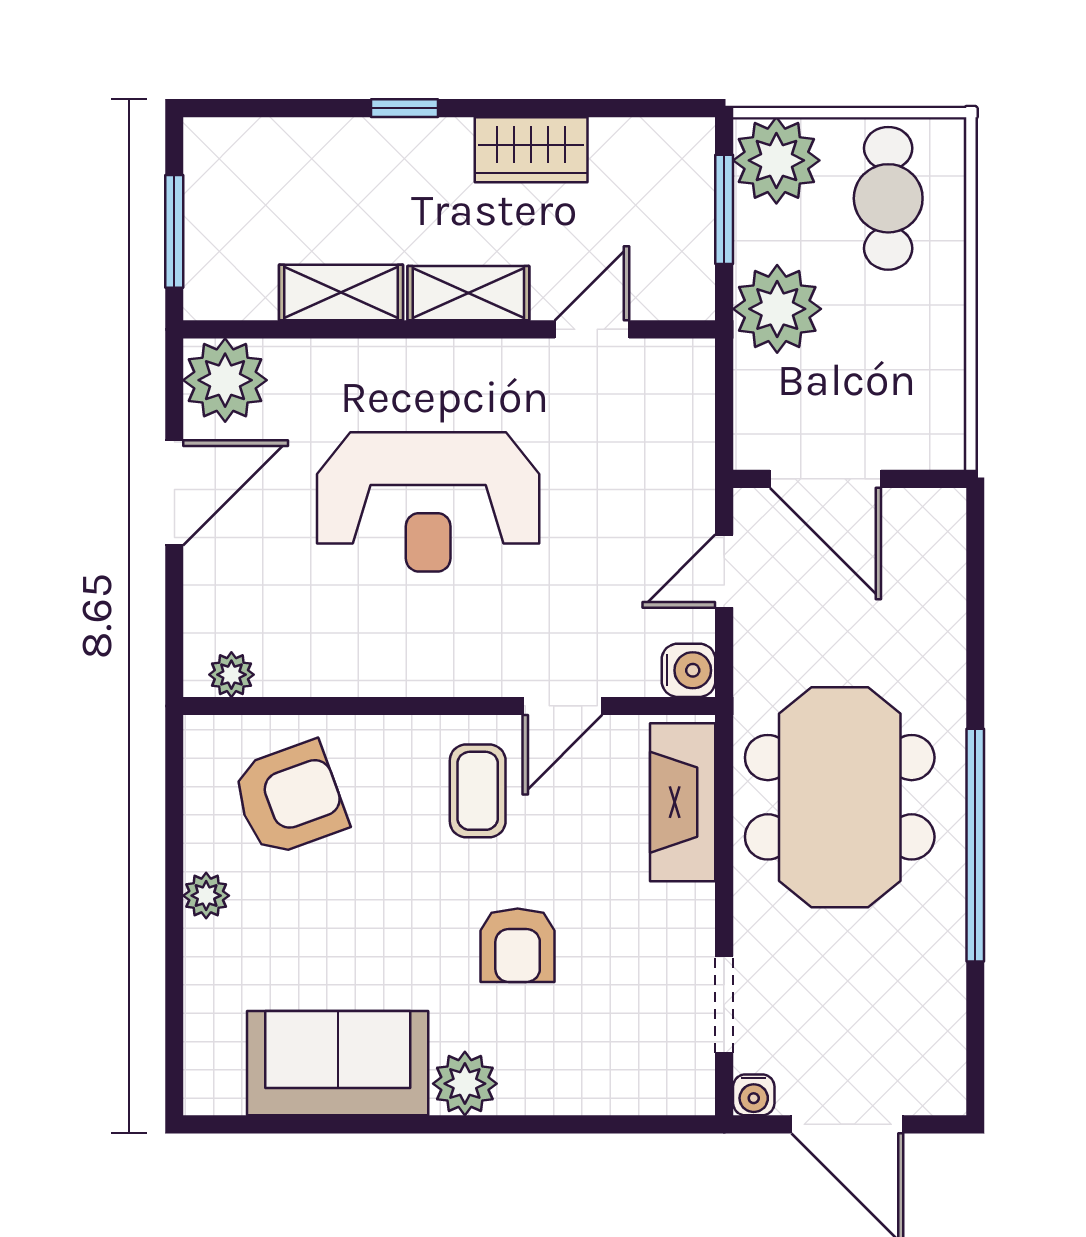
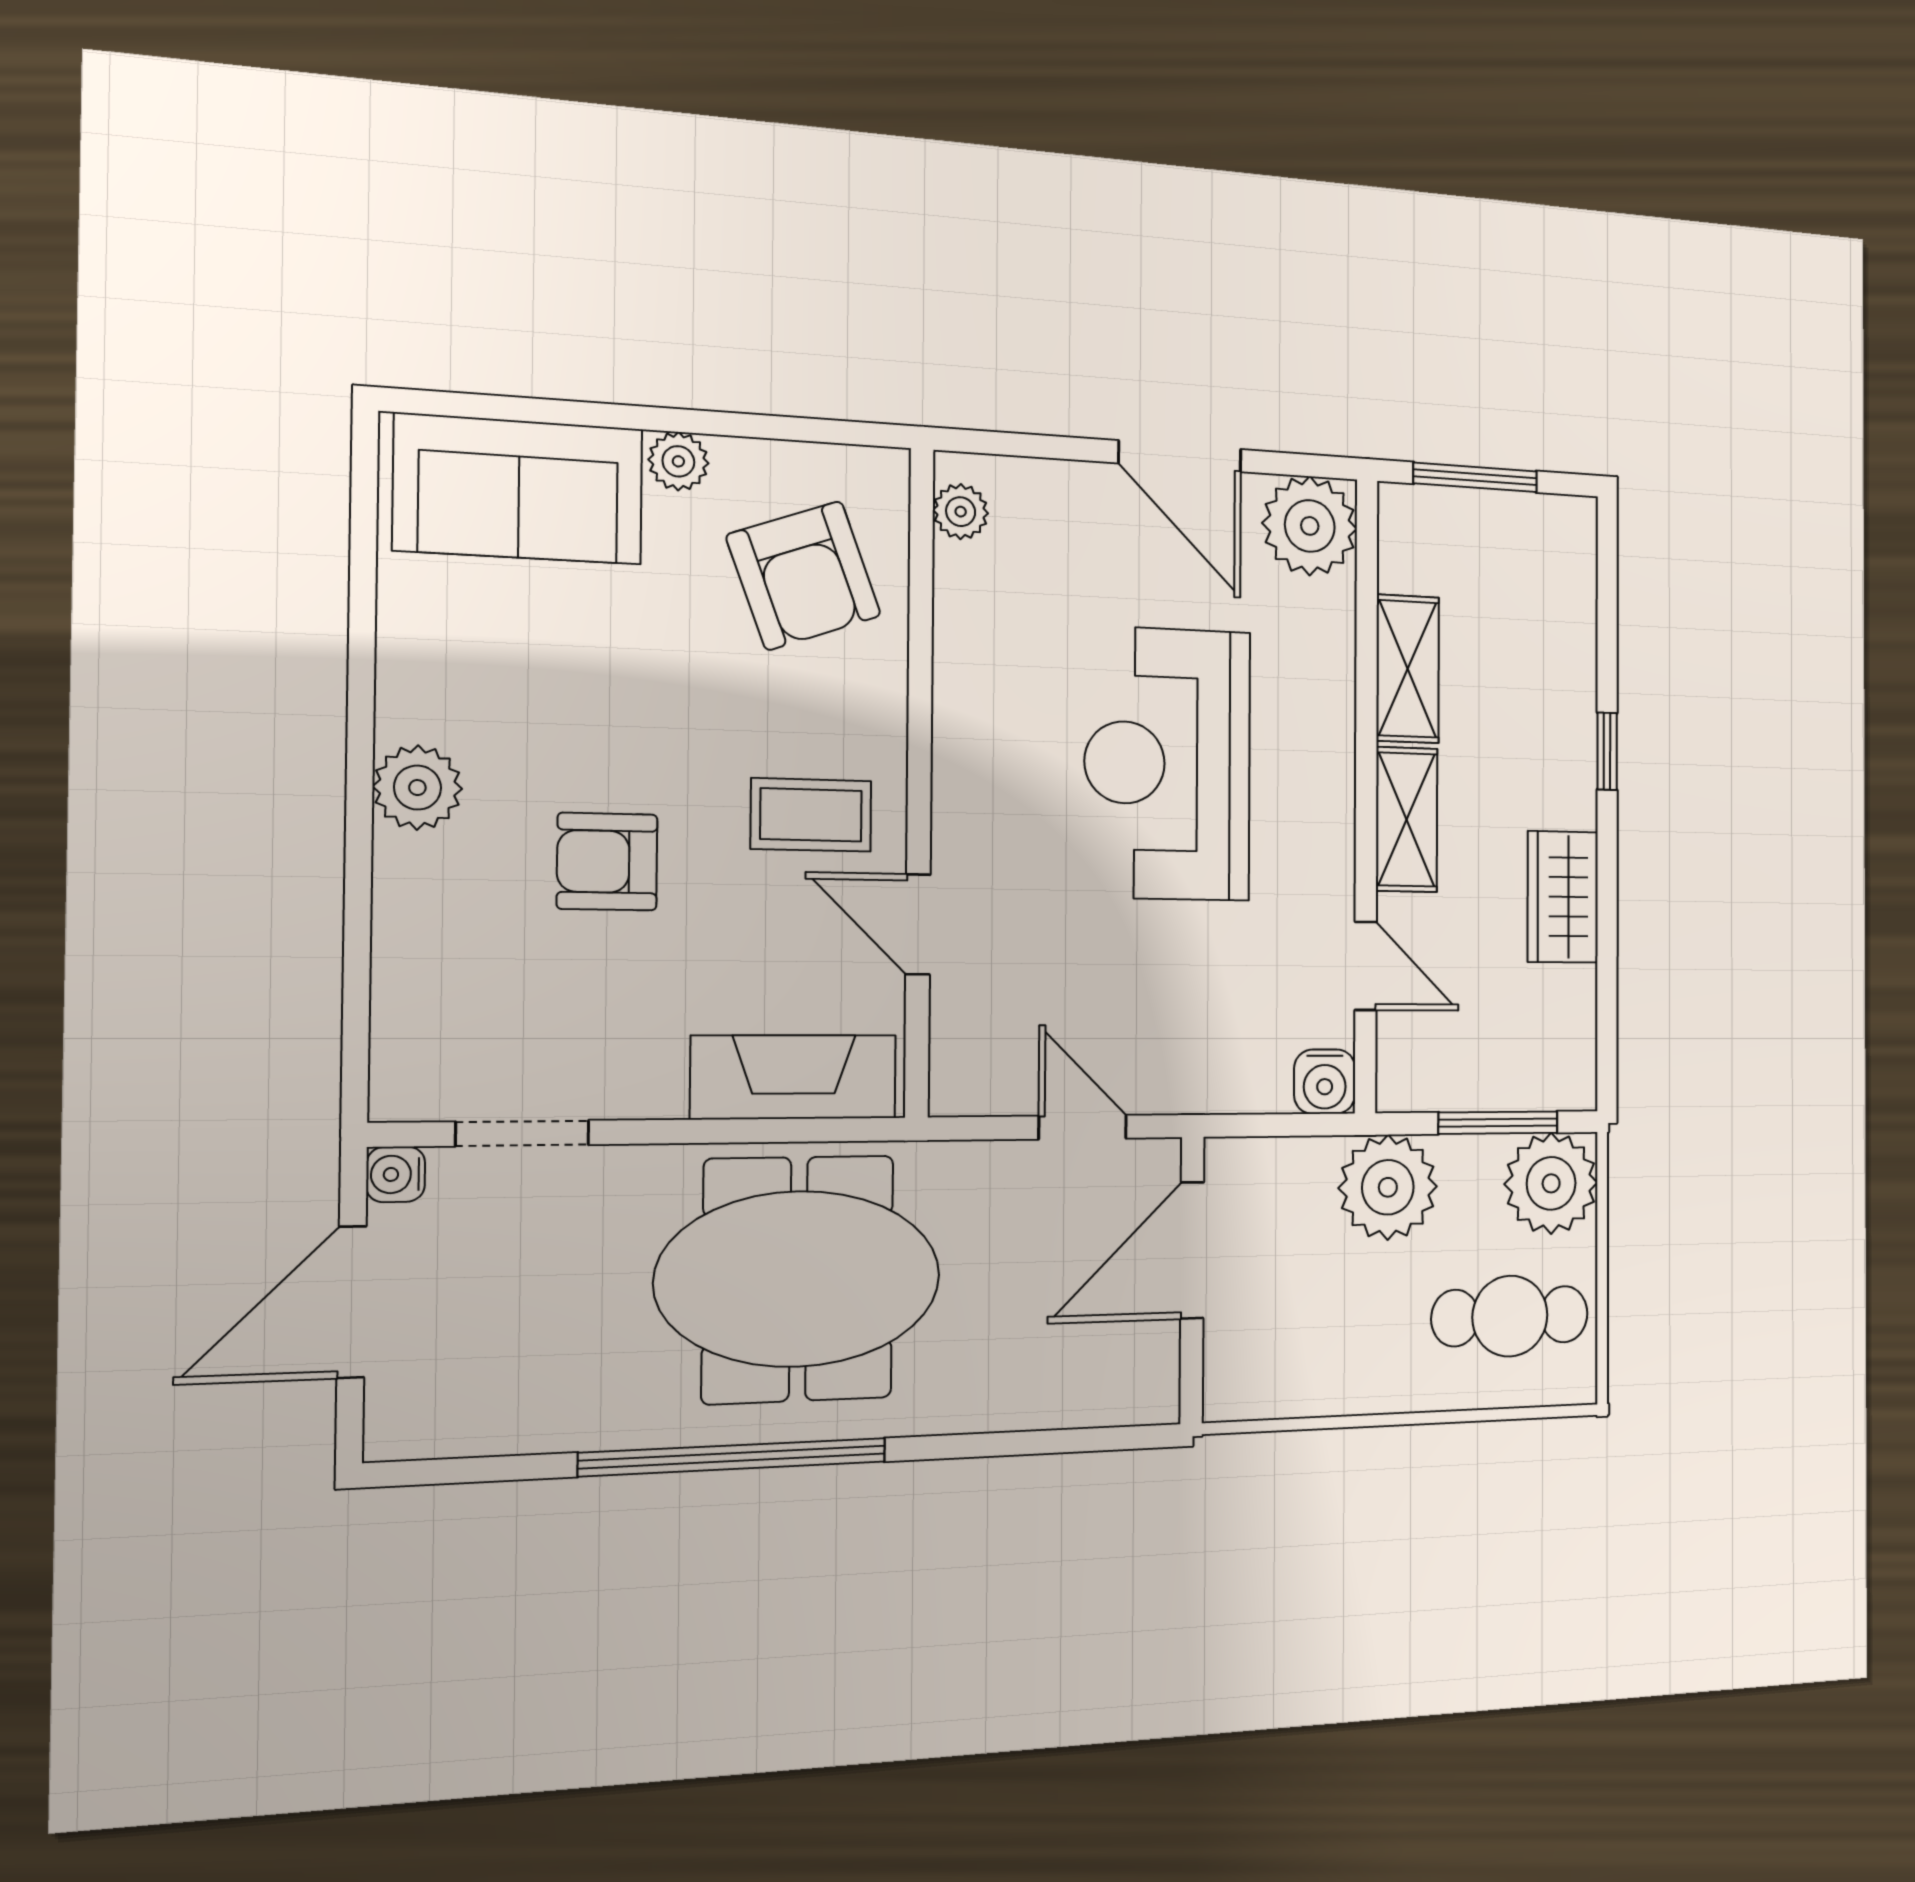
water cooler: (689, 670) -> (1325, 1082), moved
sofa: (338, 1063) -> (519, 489), moved, turned 90

